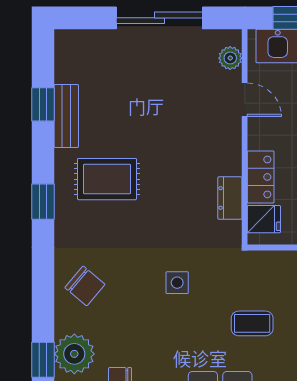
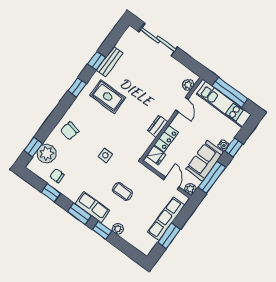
sliding door: (159, 18) -> (158, 40), moved
window: (43, 104) -> (97, 61), moved
dresser: (230, 198) -> (158, 126), moved
chair: (85, 286) -> (70, 131), turned 63

